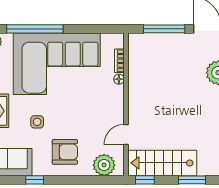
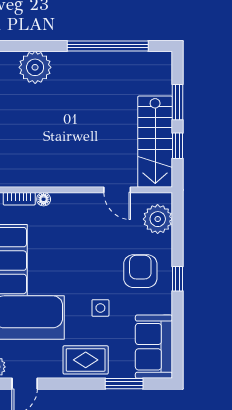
window: (35, 180) -> (177, 279), moved
window: (145, 180) -> (177, 146), moved

